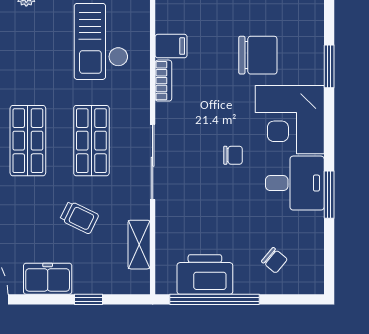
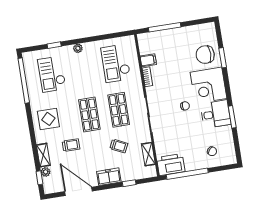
chair: (258, 55) -> (205, 55), moved, turned 180
printer: (205, 274) -> (171, 165), moved

